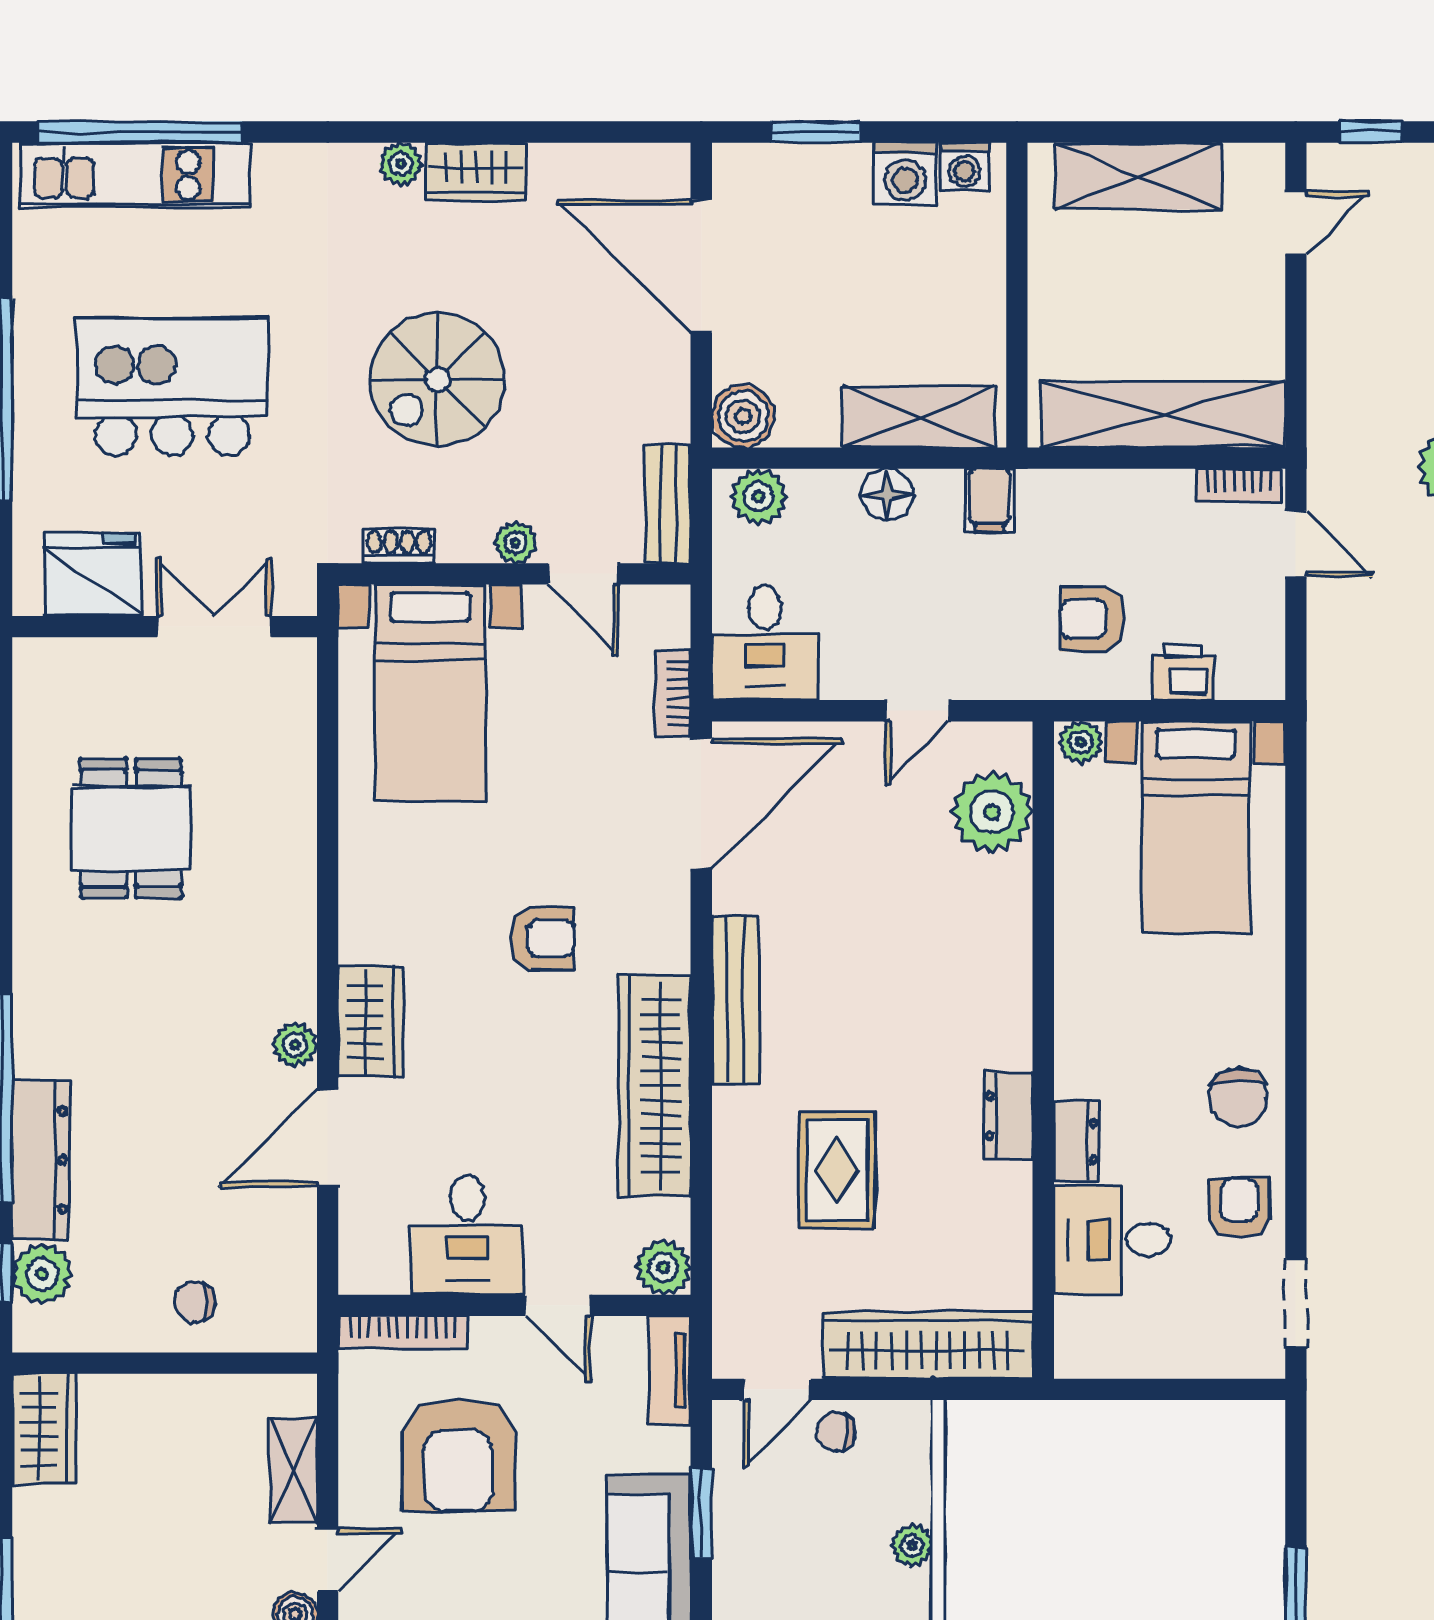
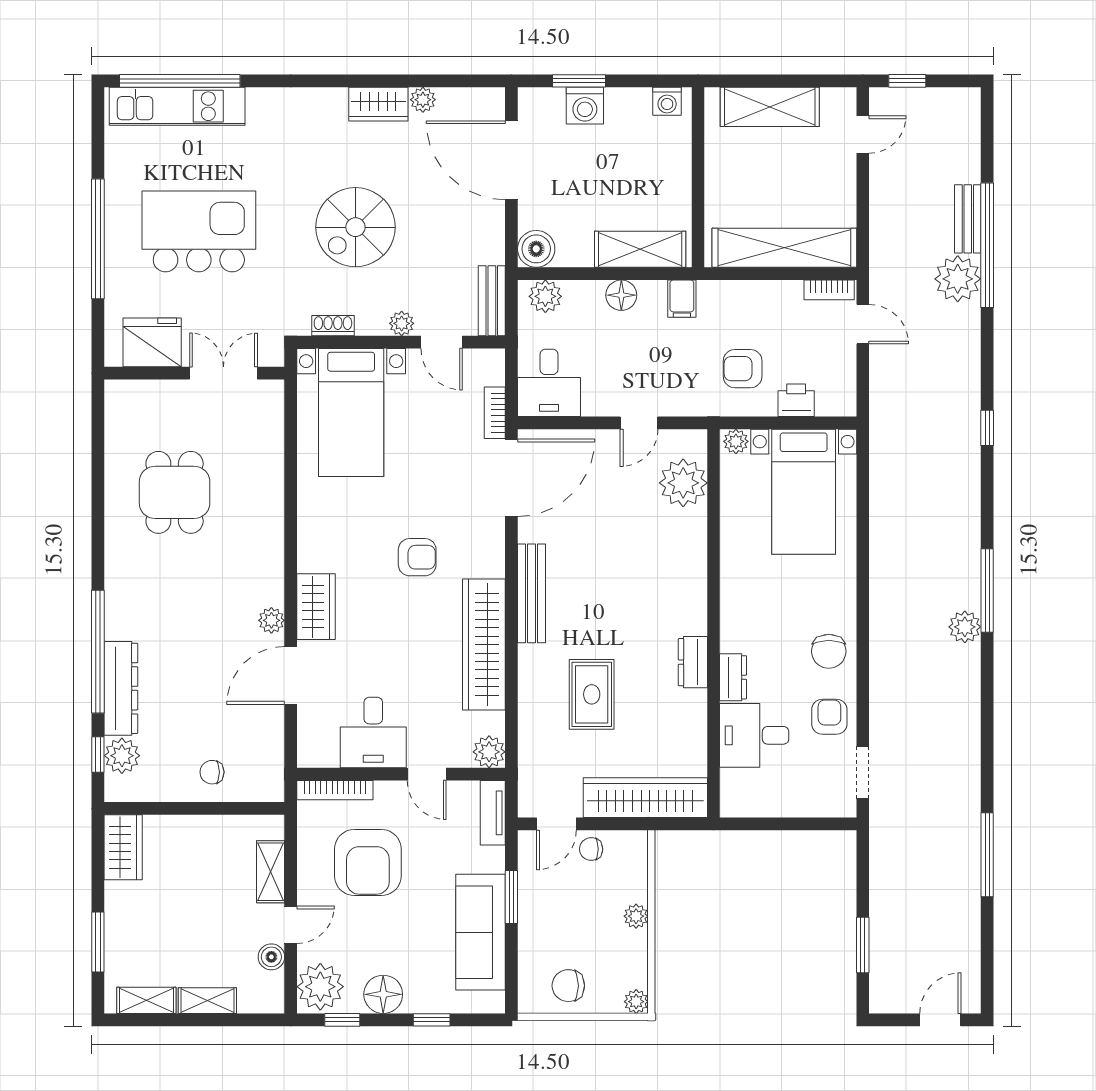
plant: (401, 164) -> (423, 100), moved
washing machine: (905, 174) -> (585, 106), moved

